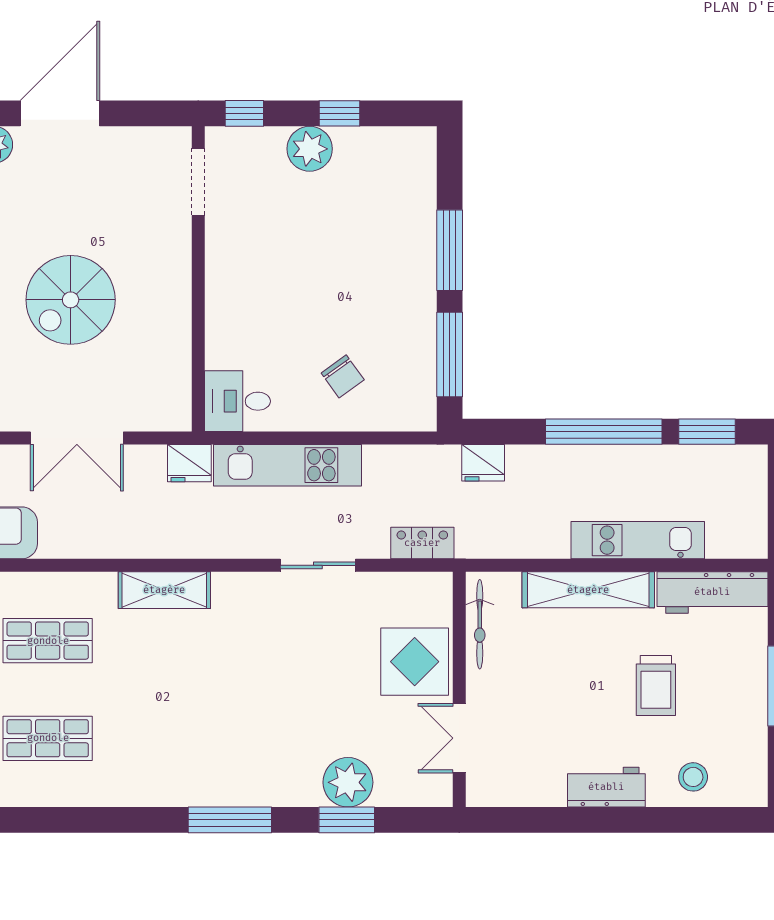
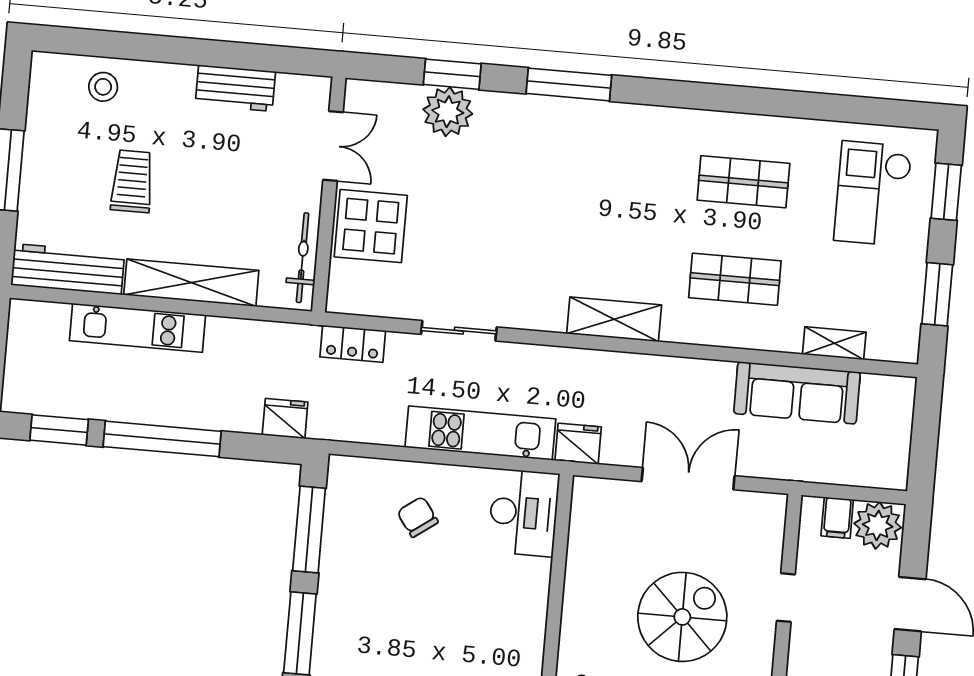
desk: (237, 401) -> (524, 513), width x1.37
workbench: (606, 787) -> (235, 88), moved

